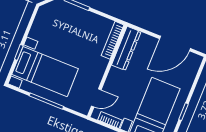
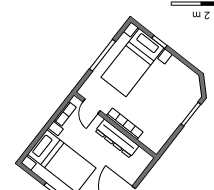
bookcase: (113, 40) -> (125, 124), moved
dresser: (126, 48) -> (117, 138), moved

